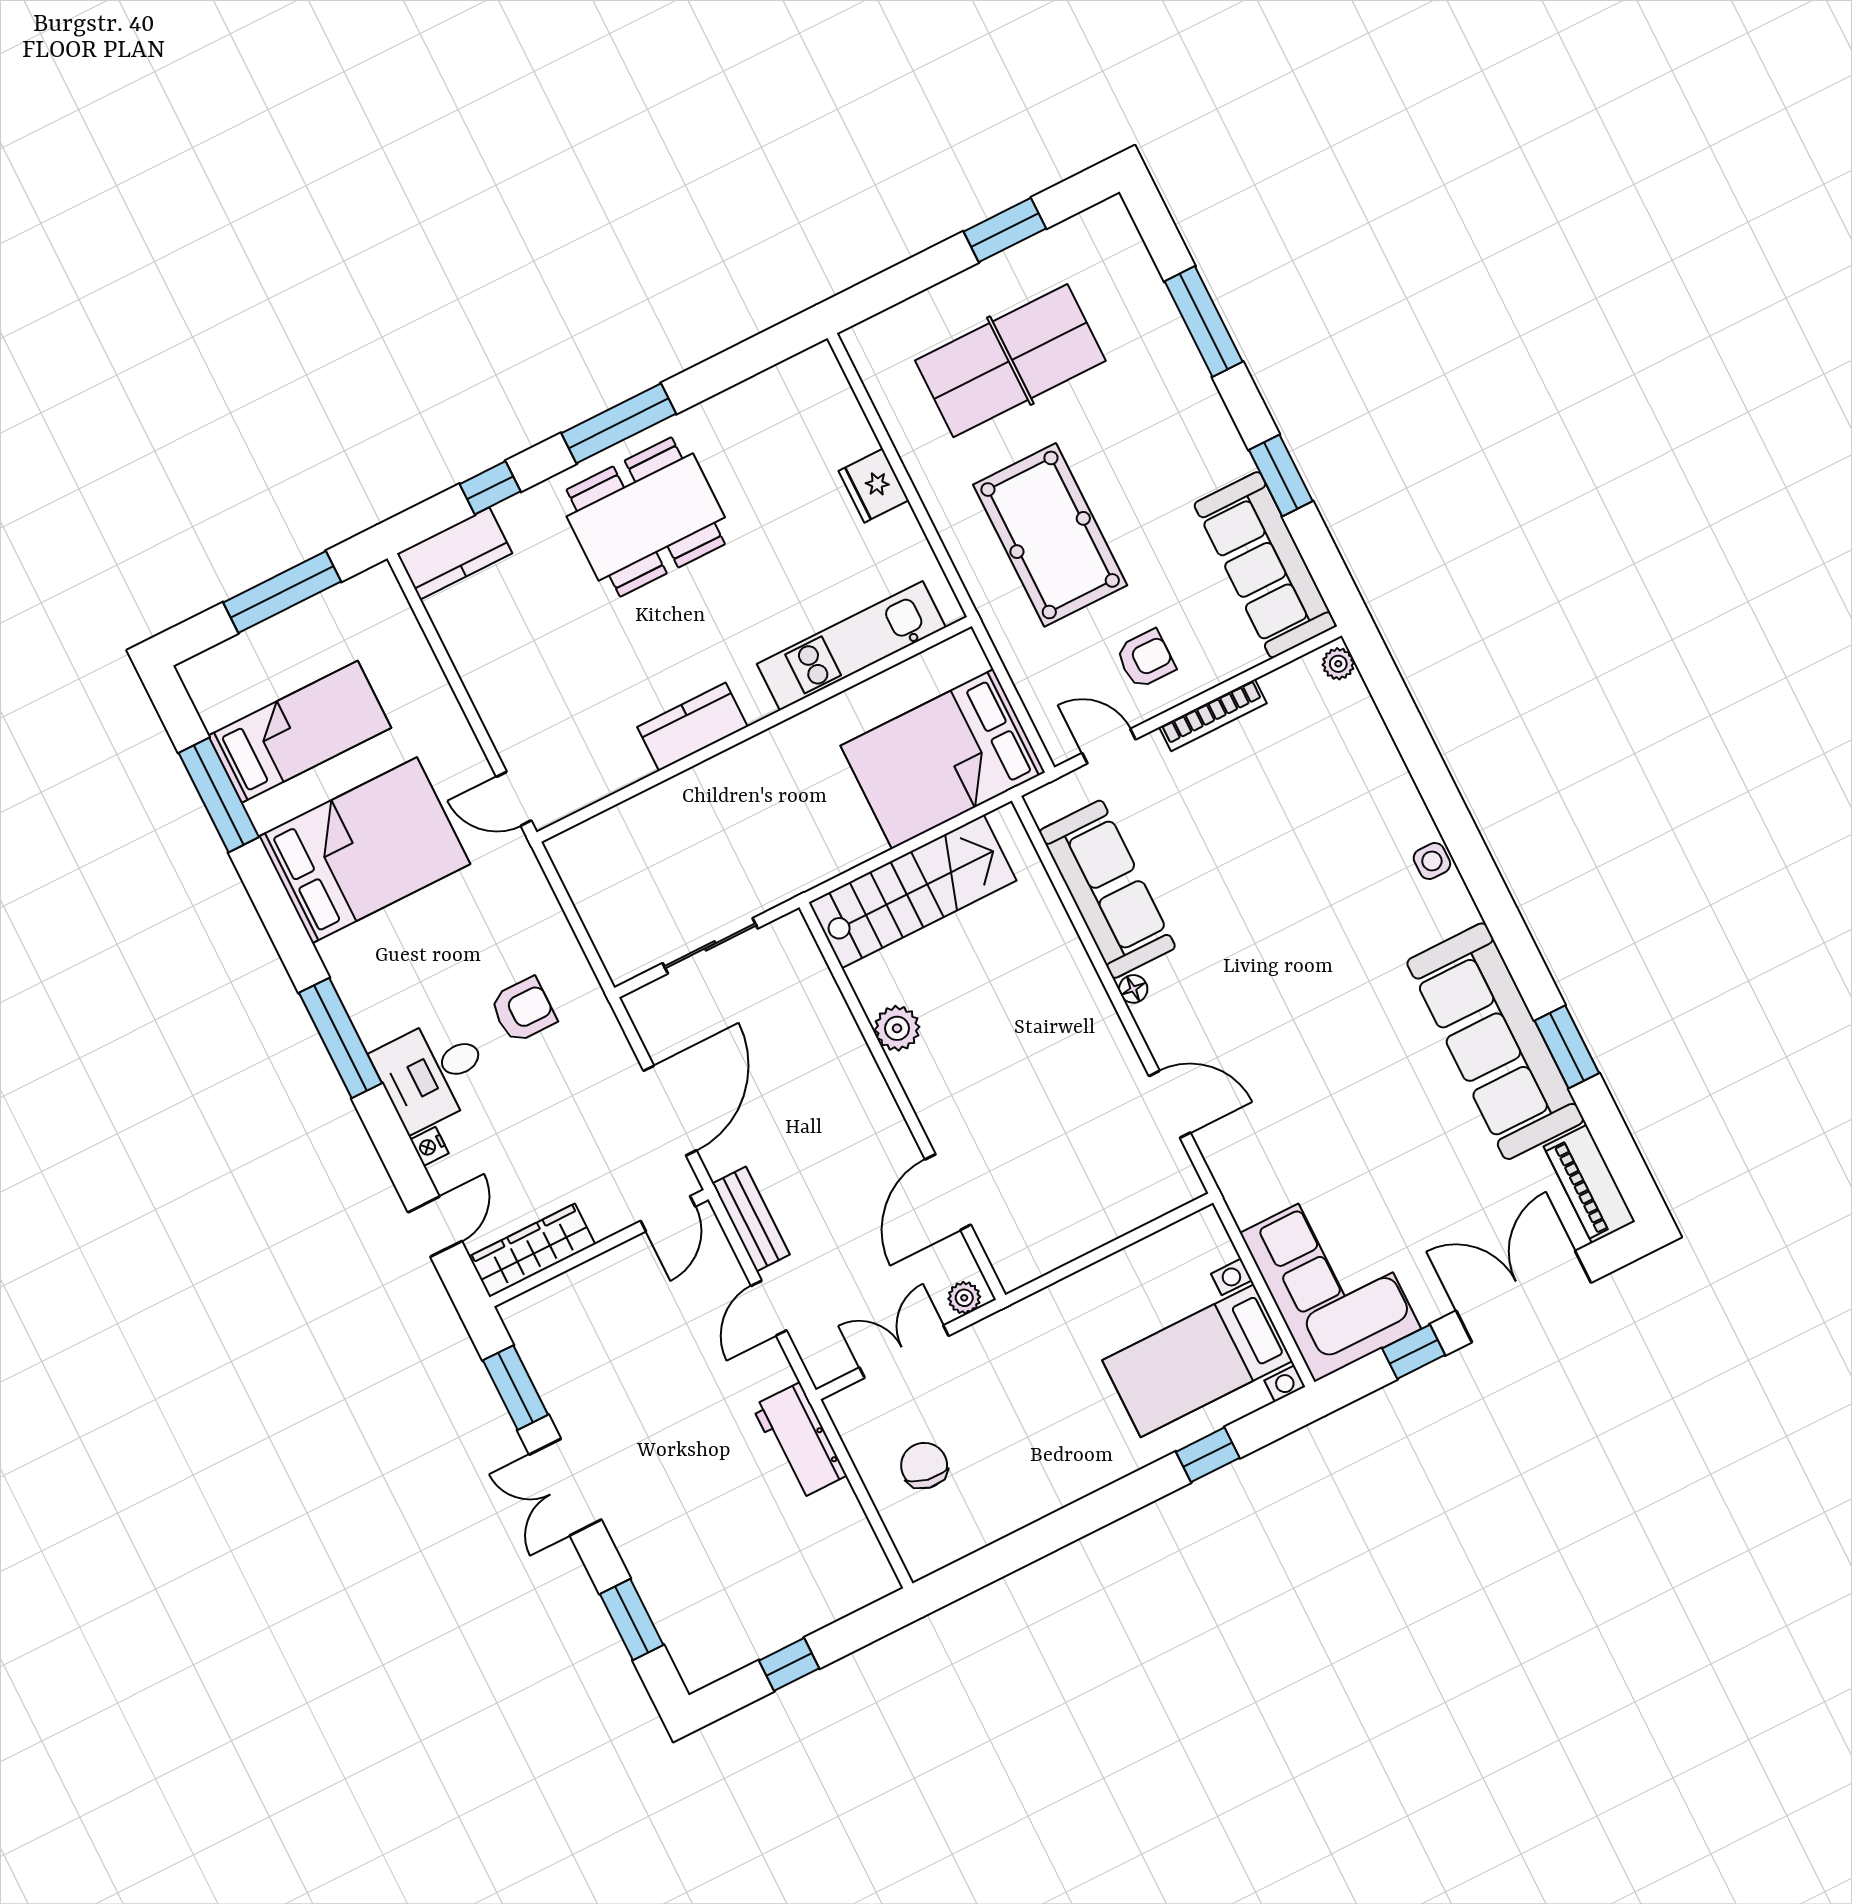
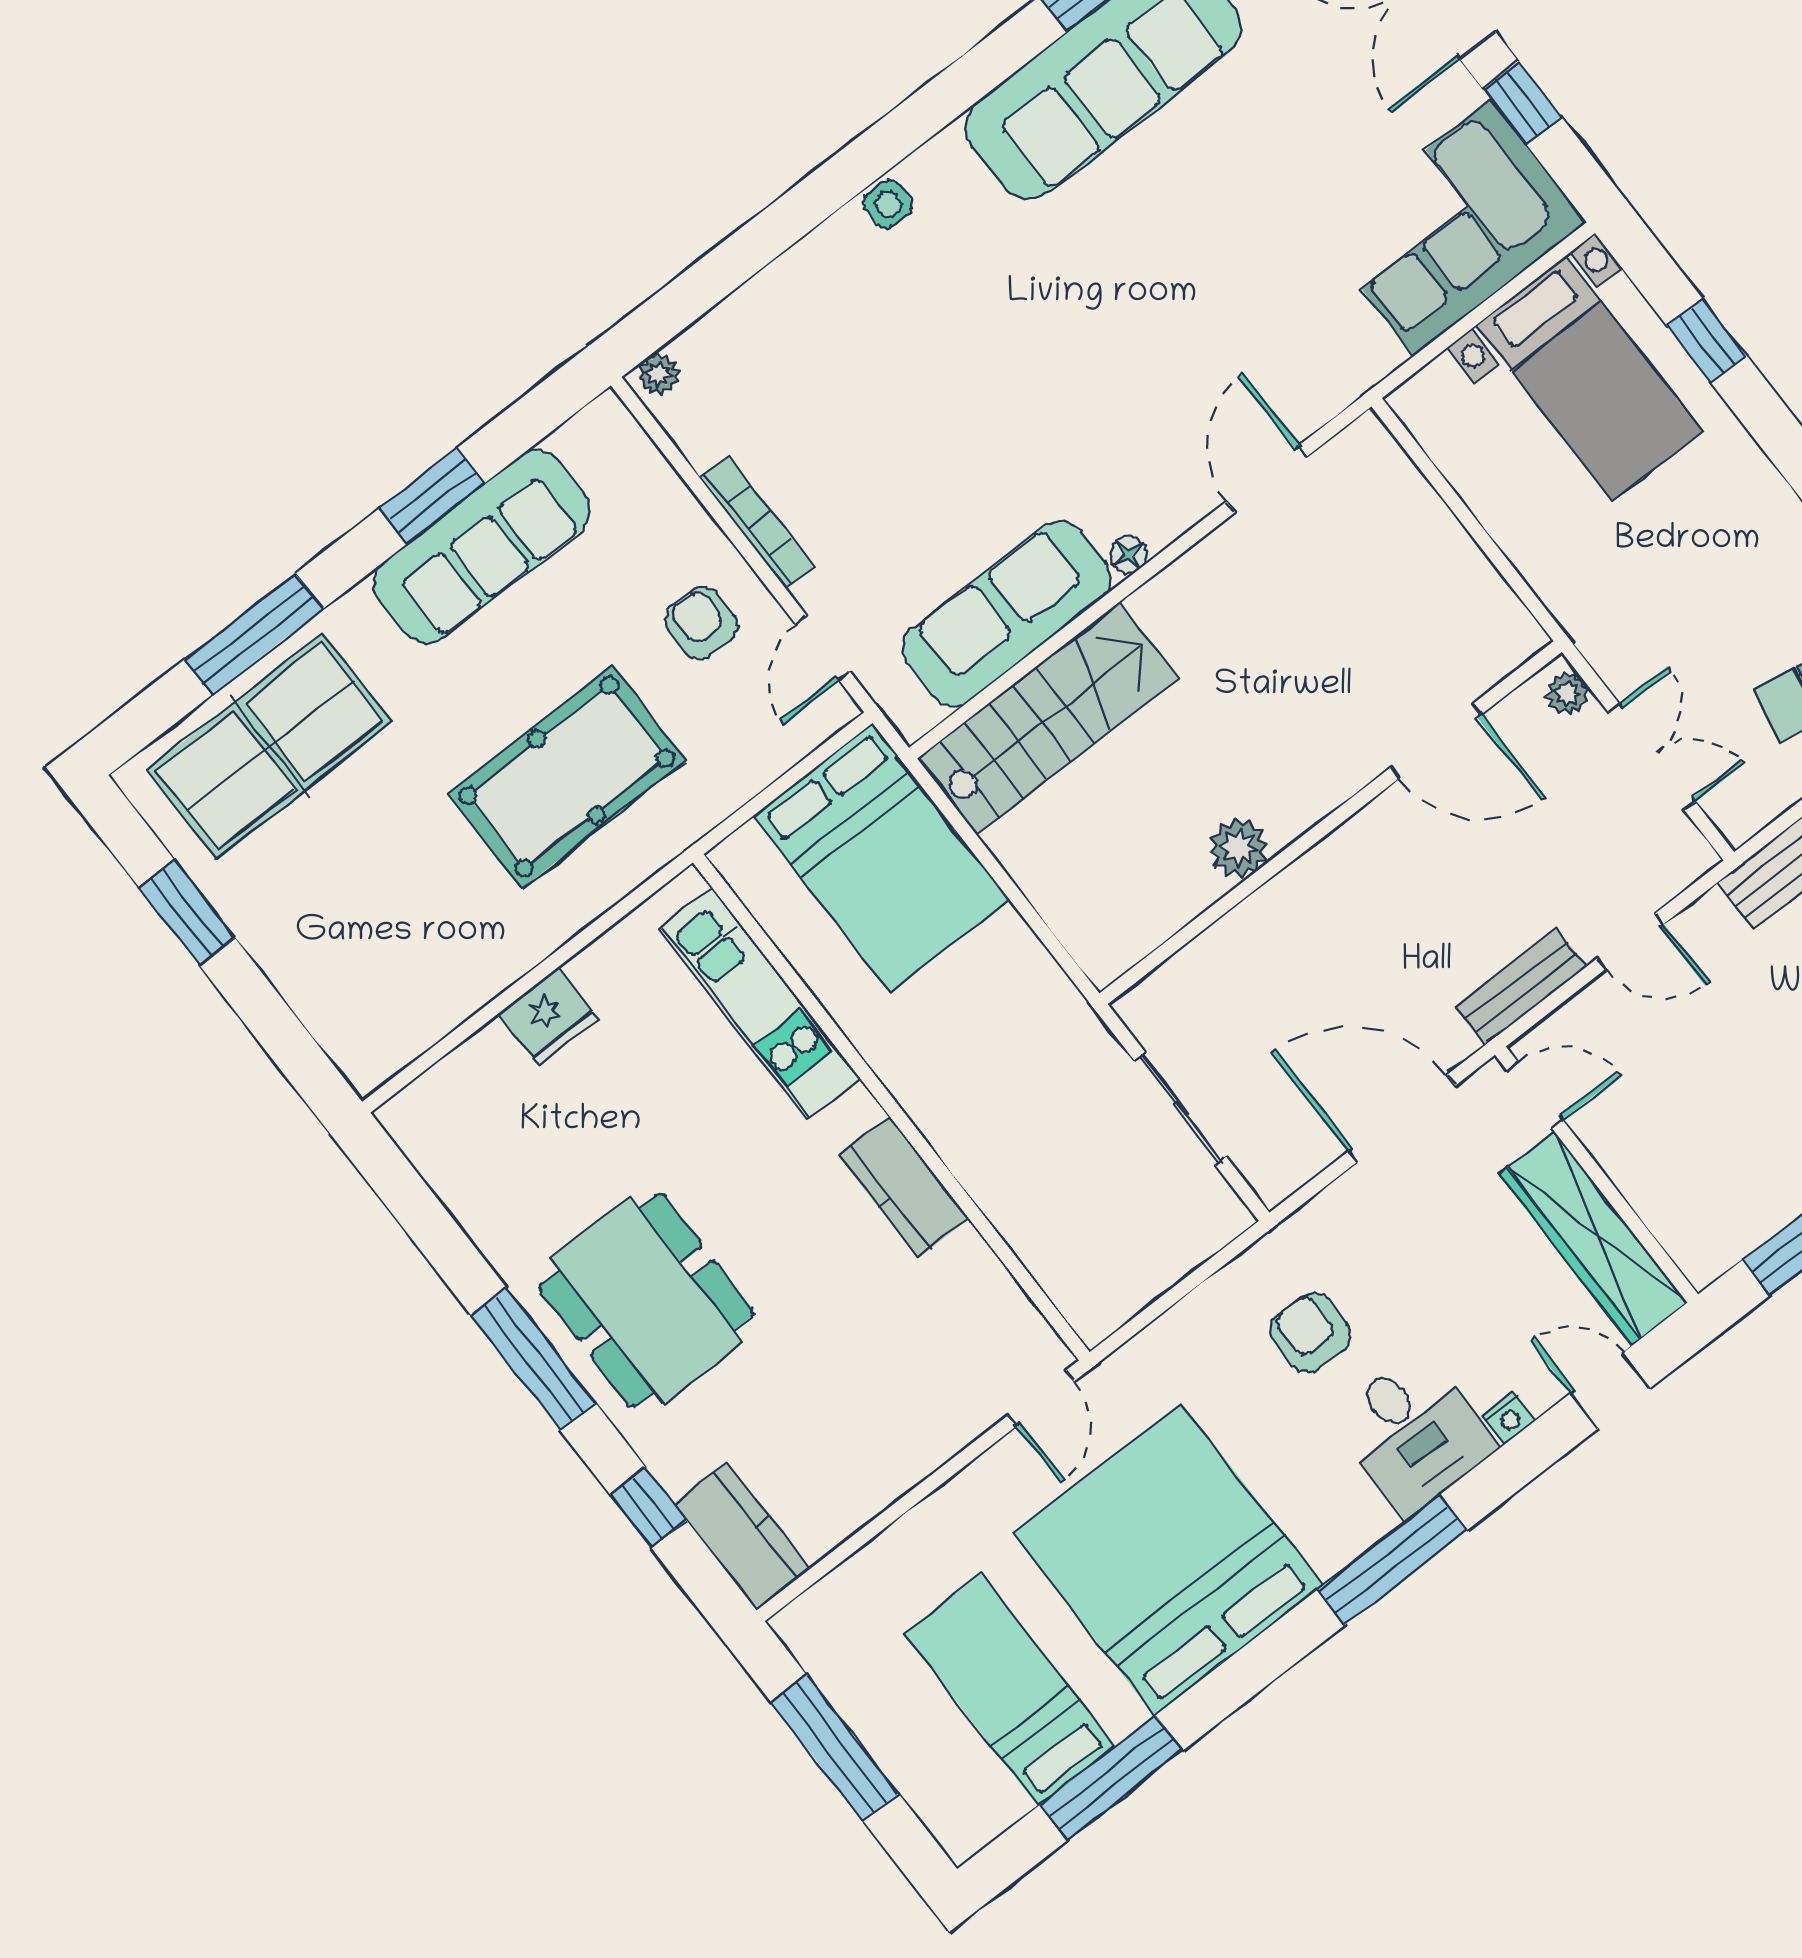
table tennis table: (1010, 361) -> (269, 746), moved, turned 90
sofa: (1265, 565) -> (482, 547), moved
bed: (364, 850) -> (1168, 1559), width x1.36
stairs: (913, 892) -> (1048, 718), moved, turned 90
wardrobe: (532, 1250) -> (1593, 1238), width x1.40, depth x1.17
double door: (904, 1352) -> (1652, 757), swing flipped

